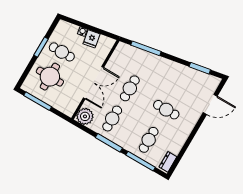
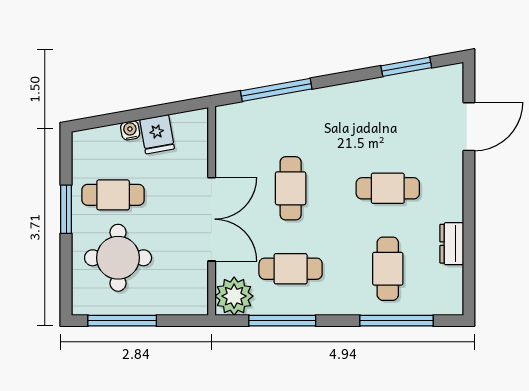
cafe table: (112, 119) -> (291, 269), turned 90
window: (109, 143) -> (282, 321), moved
dresser: (168, 162) -> (452, 244), moved

